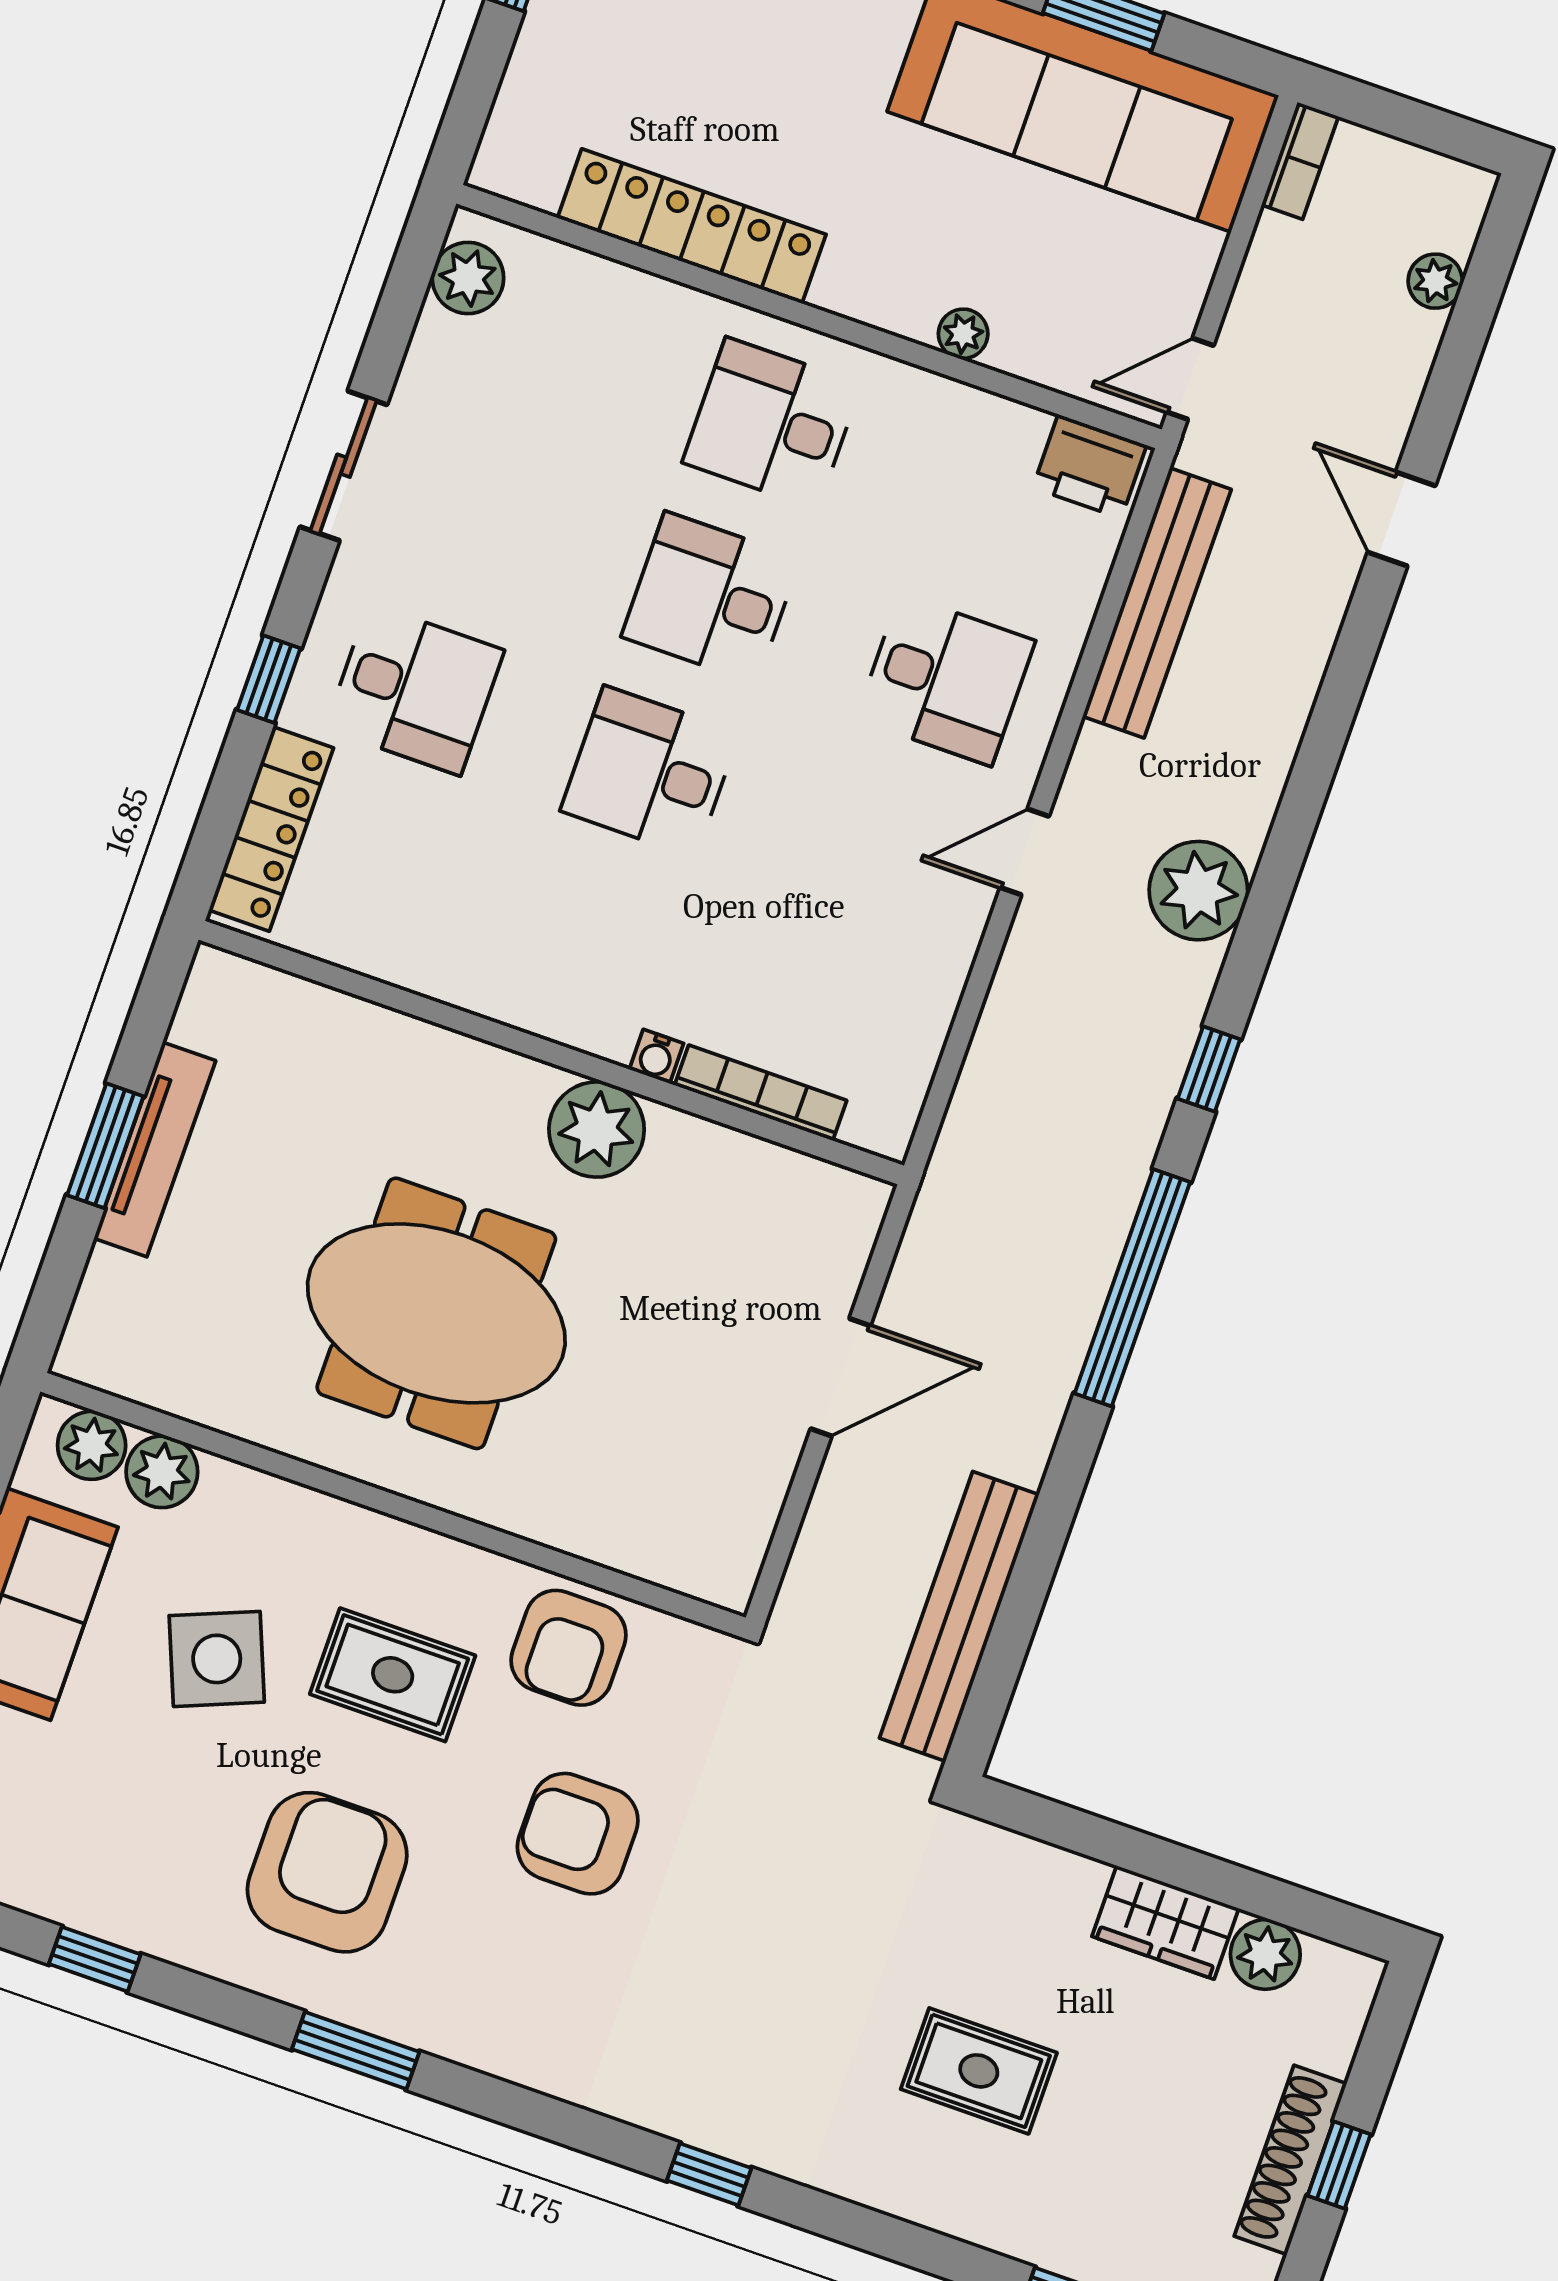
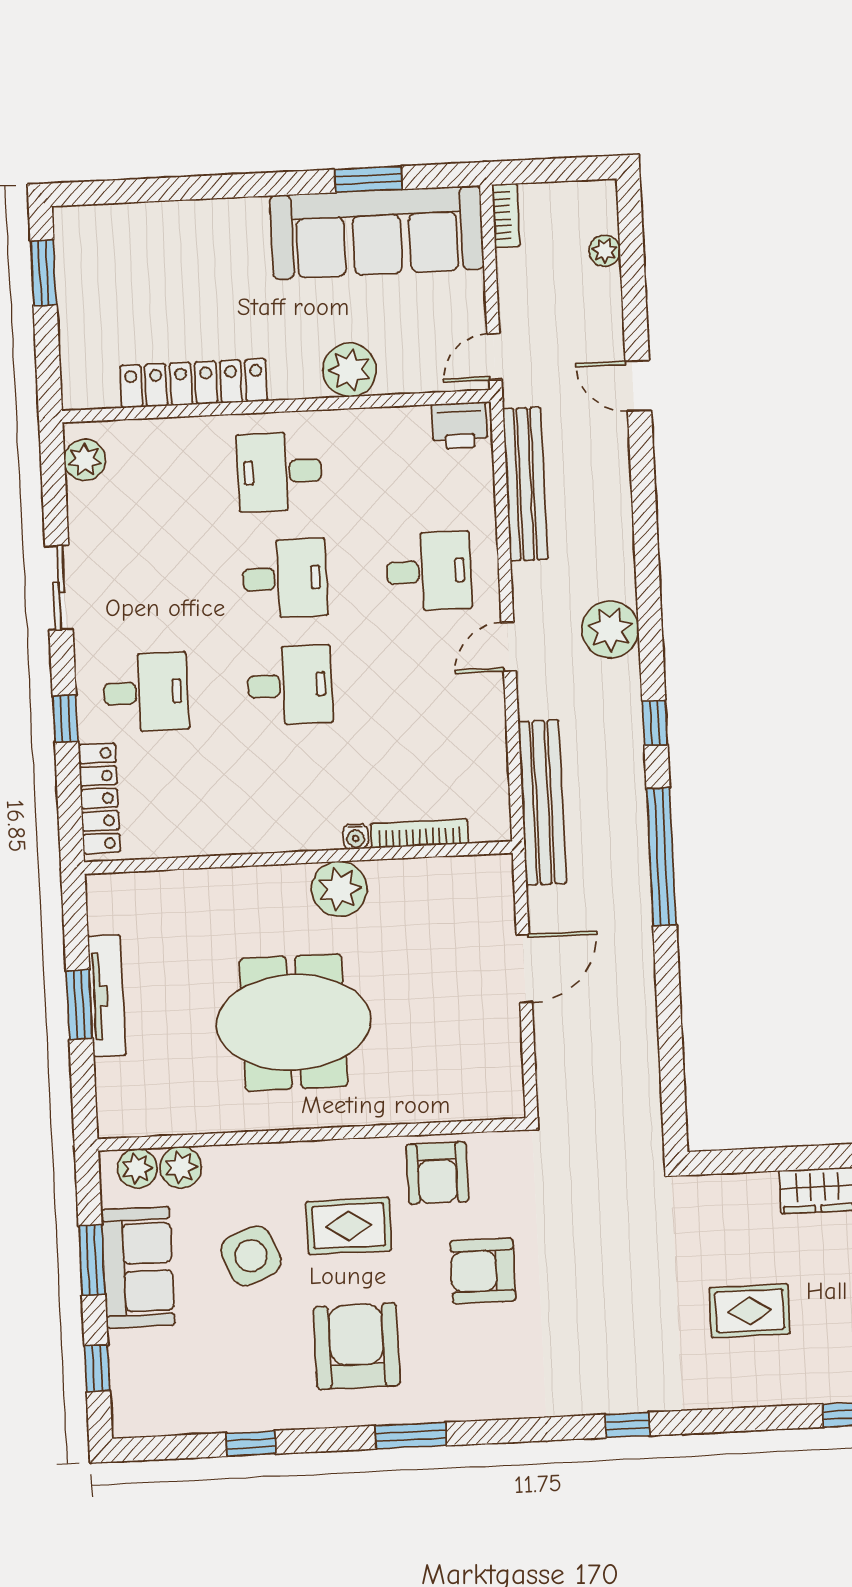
plant: (963, 334) -> (350, 370), width x1.88, depth x1.88
desk: (711, 598) -> (285, 578), turned 180
desk: (650, 772) -> (290, 685), turned 180
bench: (959, 1616) -> (542, 802), moved

